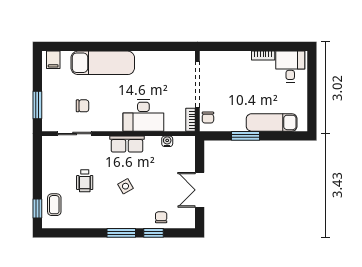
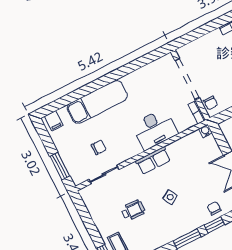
water cooler: (167, 141) -> (205, 131), moved
wheelchair: (85, 181) -> (133, 210), turned -88

